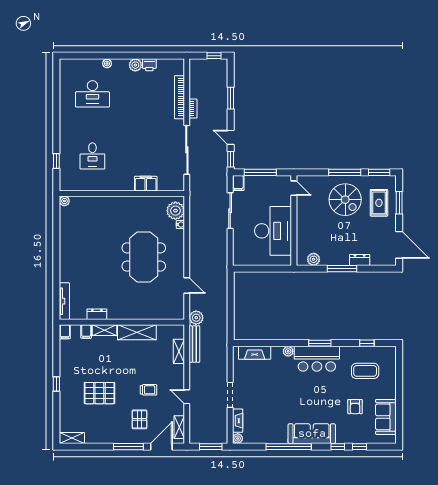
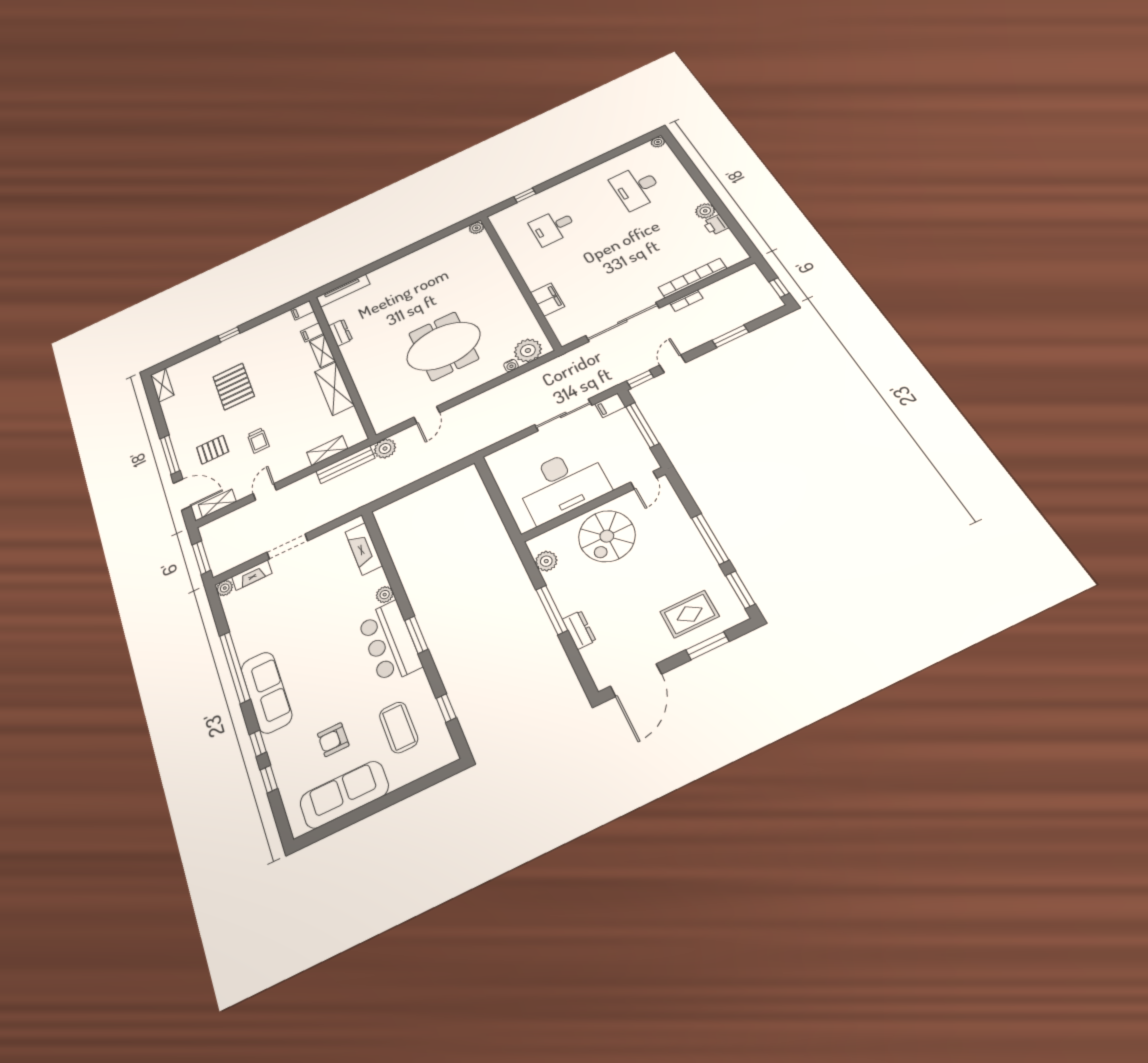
plant: (107, 63) -> (658, 142), moved
spiral stairs: (345, 200) -> (607, 536), moved
sofa: (386, 417) -> (344, 795), width x1.36

